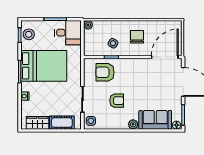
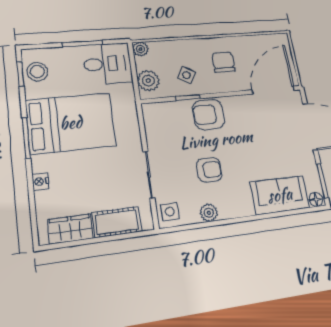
plant: (90, 45) -> (148, 81), added
armchair: (105, 72) -> (209, 114), moved
plant: (133, 124) -> (209, 213), moved

